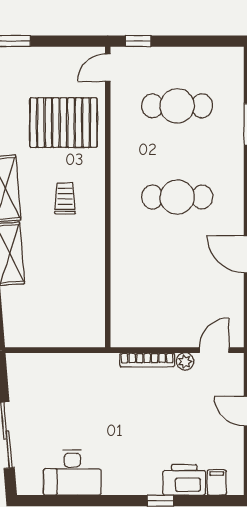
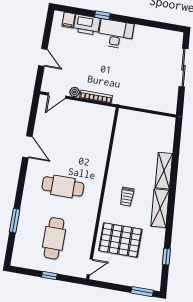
window: (138, 41) -> (49, 276), moved
cafe table: (177, 106) -> (54, 238), turned 90
desk: (72, 472) -> (116, 34), moved

